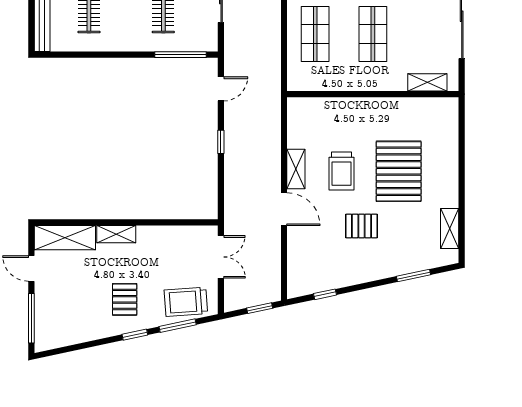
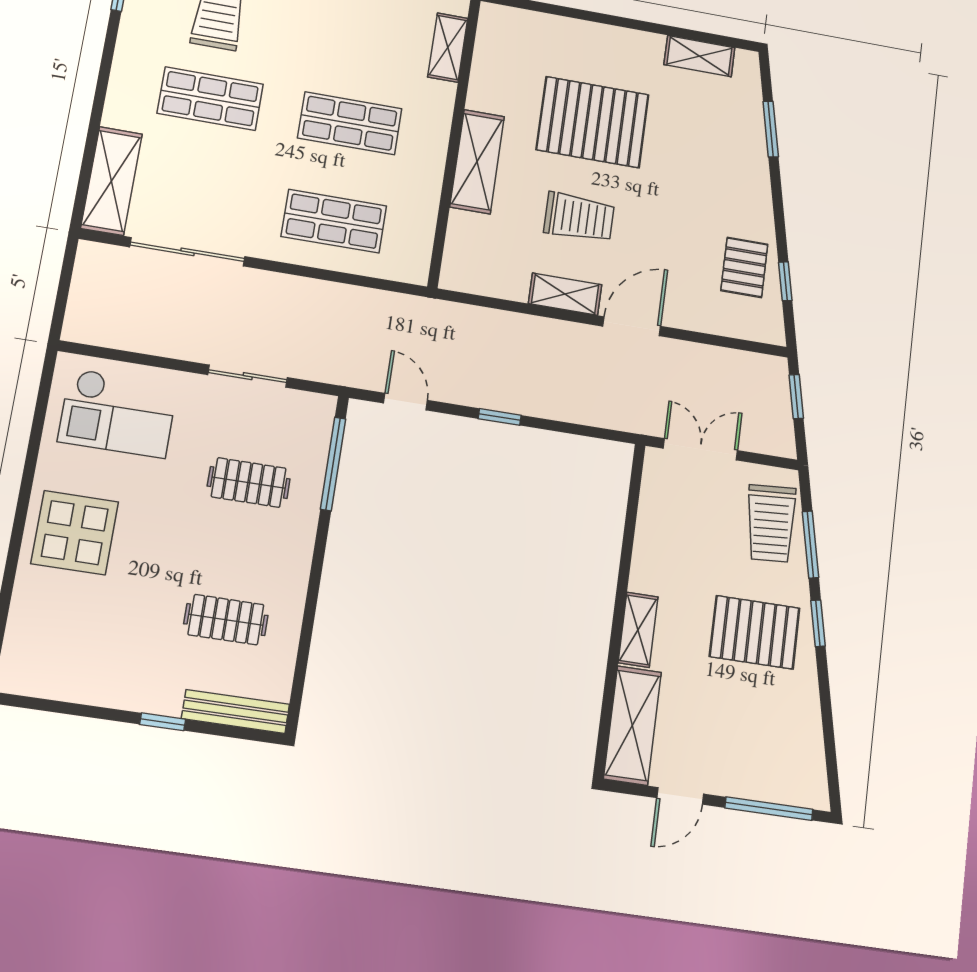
shelving: (364, 109) -> (477, 162), added
pallet: (361, 226) -> (744, 267), moved
pallet: (125, 299) -> (755, 632), width x1.50, depth x1.42

